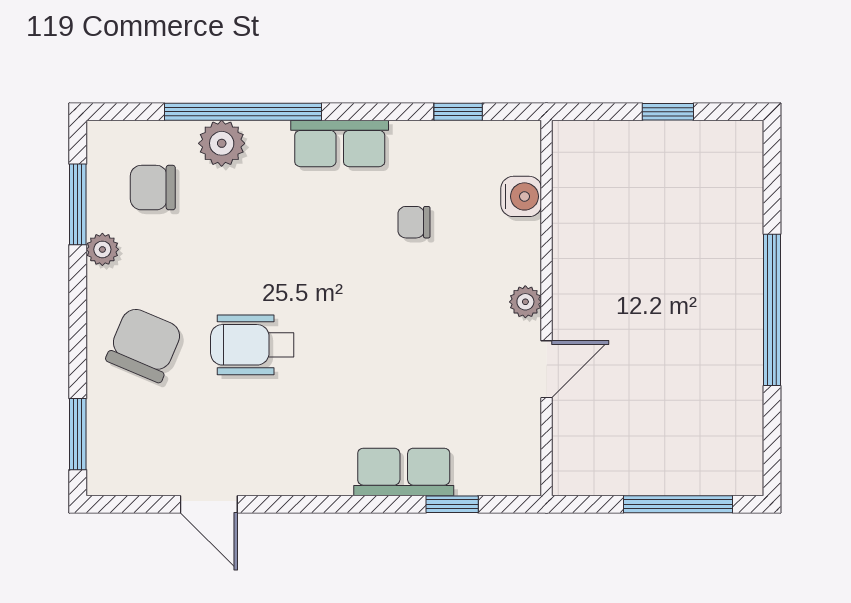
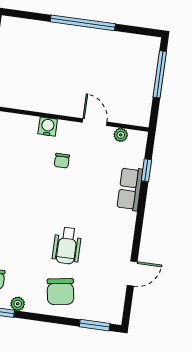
water cooler: (521, 196) -> (48, 127), moved
chair: (414, 222) -> (62, 161), moved
plant: (525, 302) -> (121, 135), moved
chair: (144, 344) -> (60, 292), turned -122

